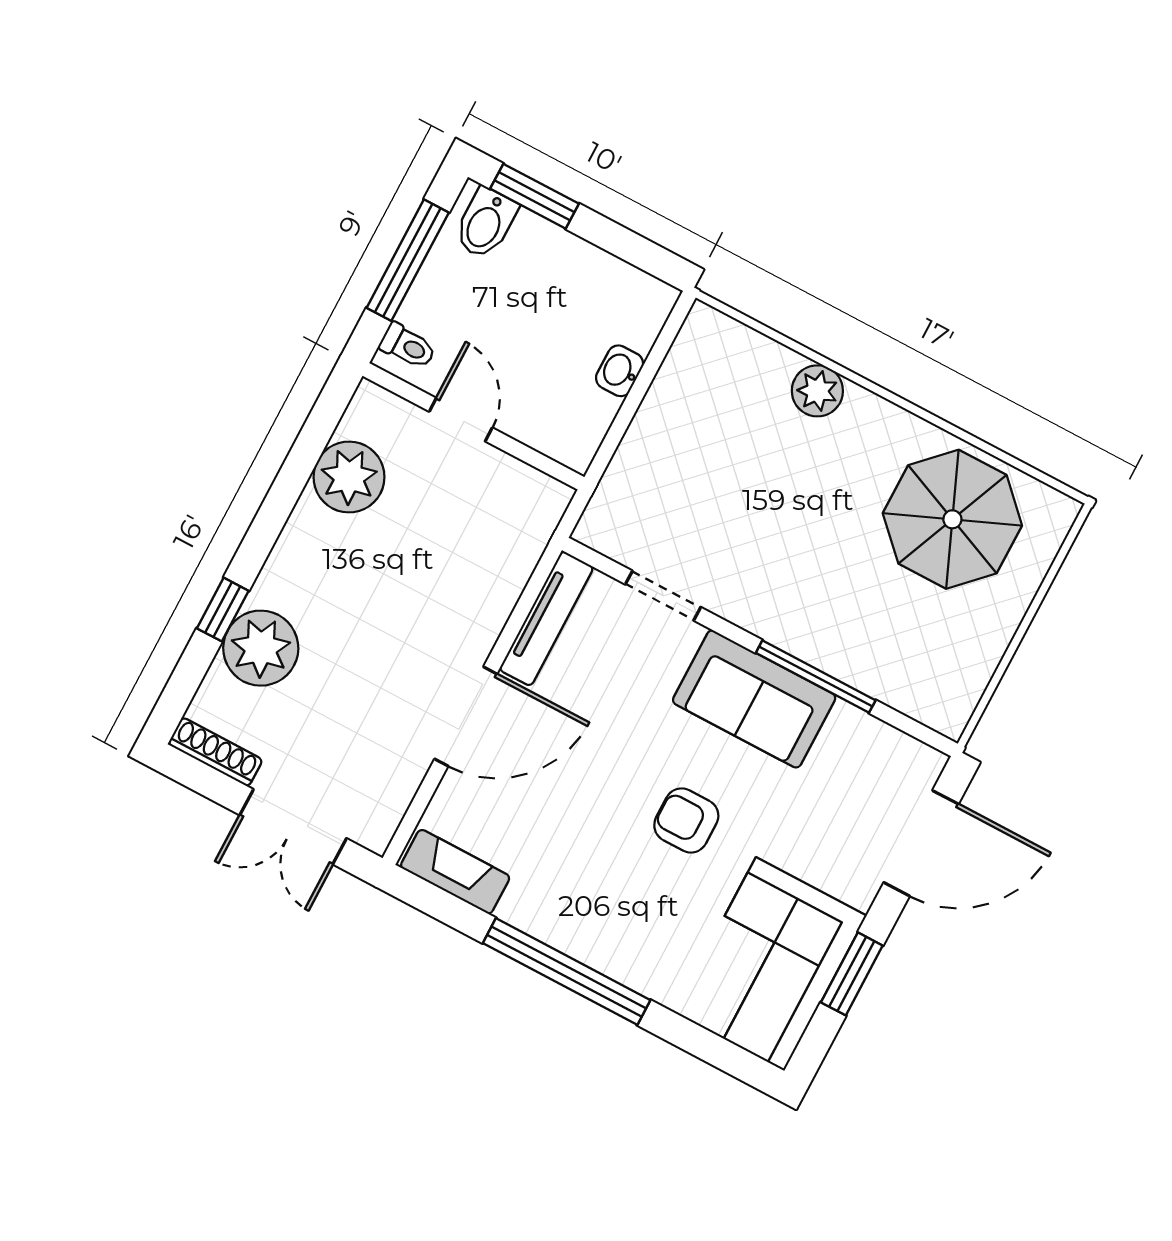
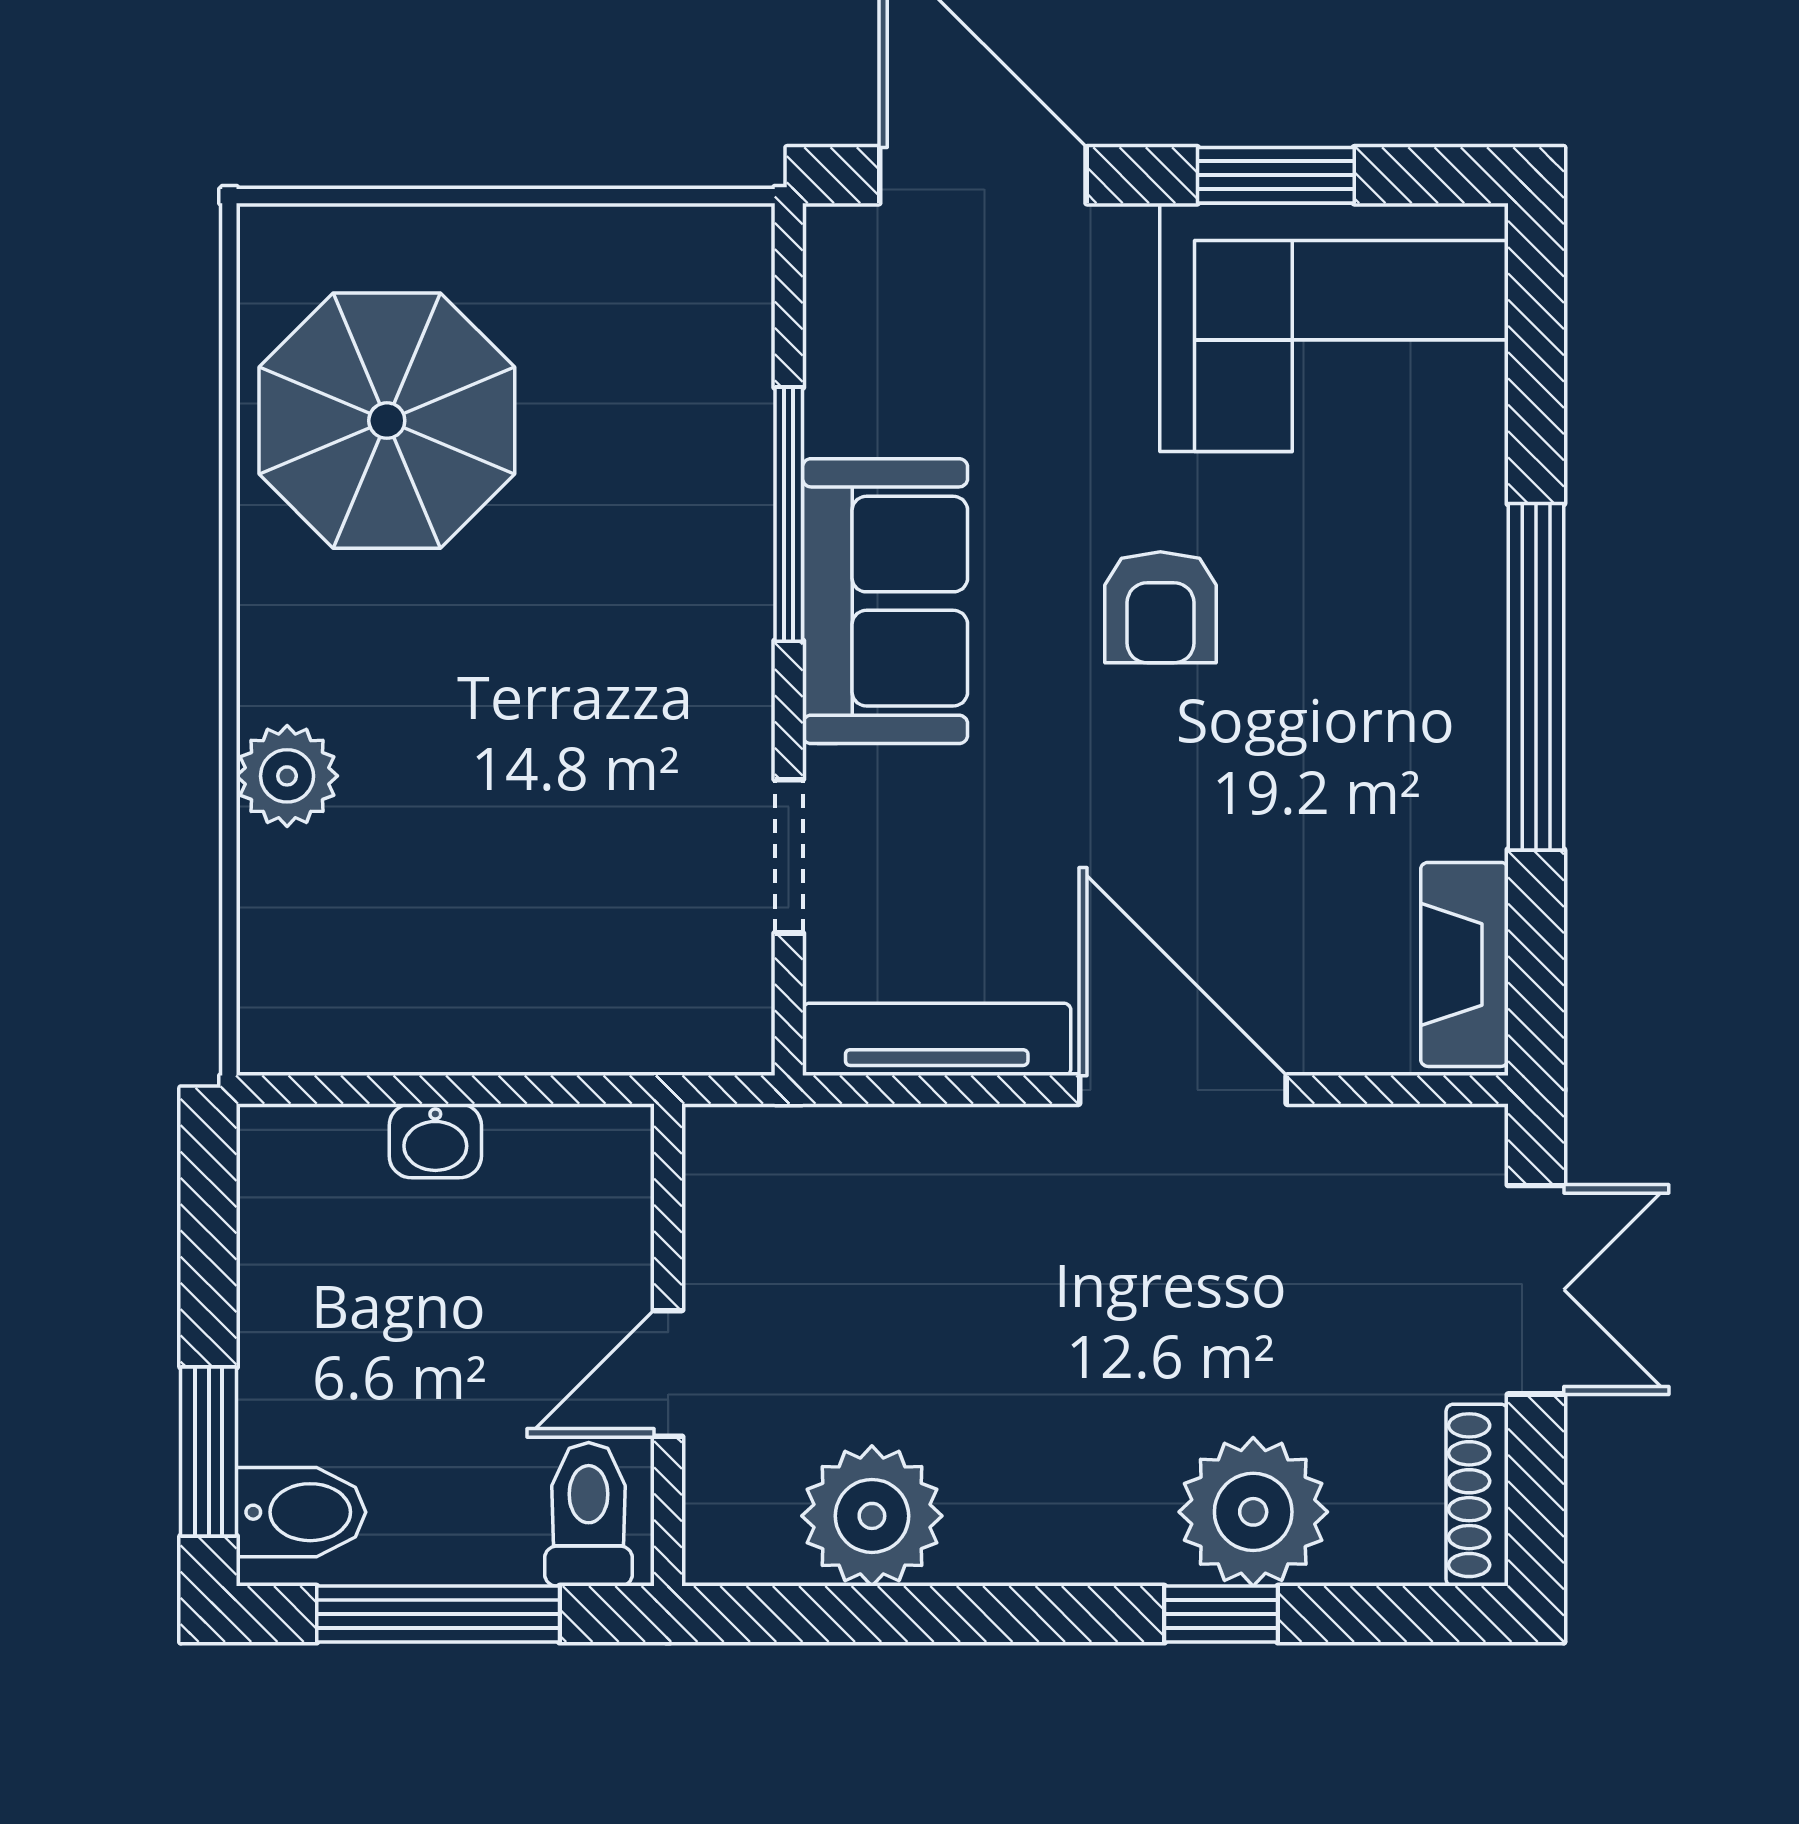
toilet: (408, 346) -> (589, 1514), width x1.37, depth x1.39

